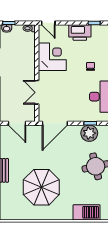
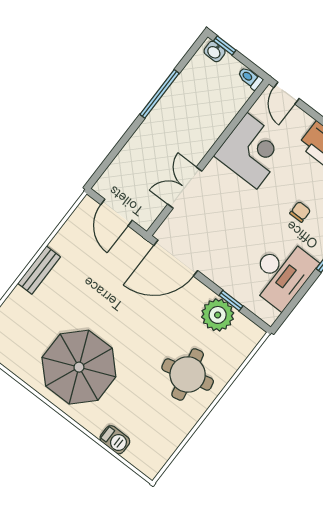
parasol: (41, 187) -> (79, 367), moved
barbecue: (87, 212) -> (115, 440), width x0.53, depth x0.65

